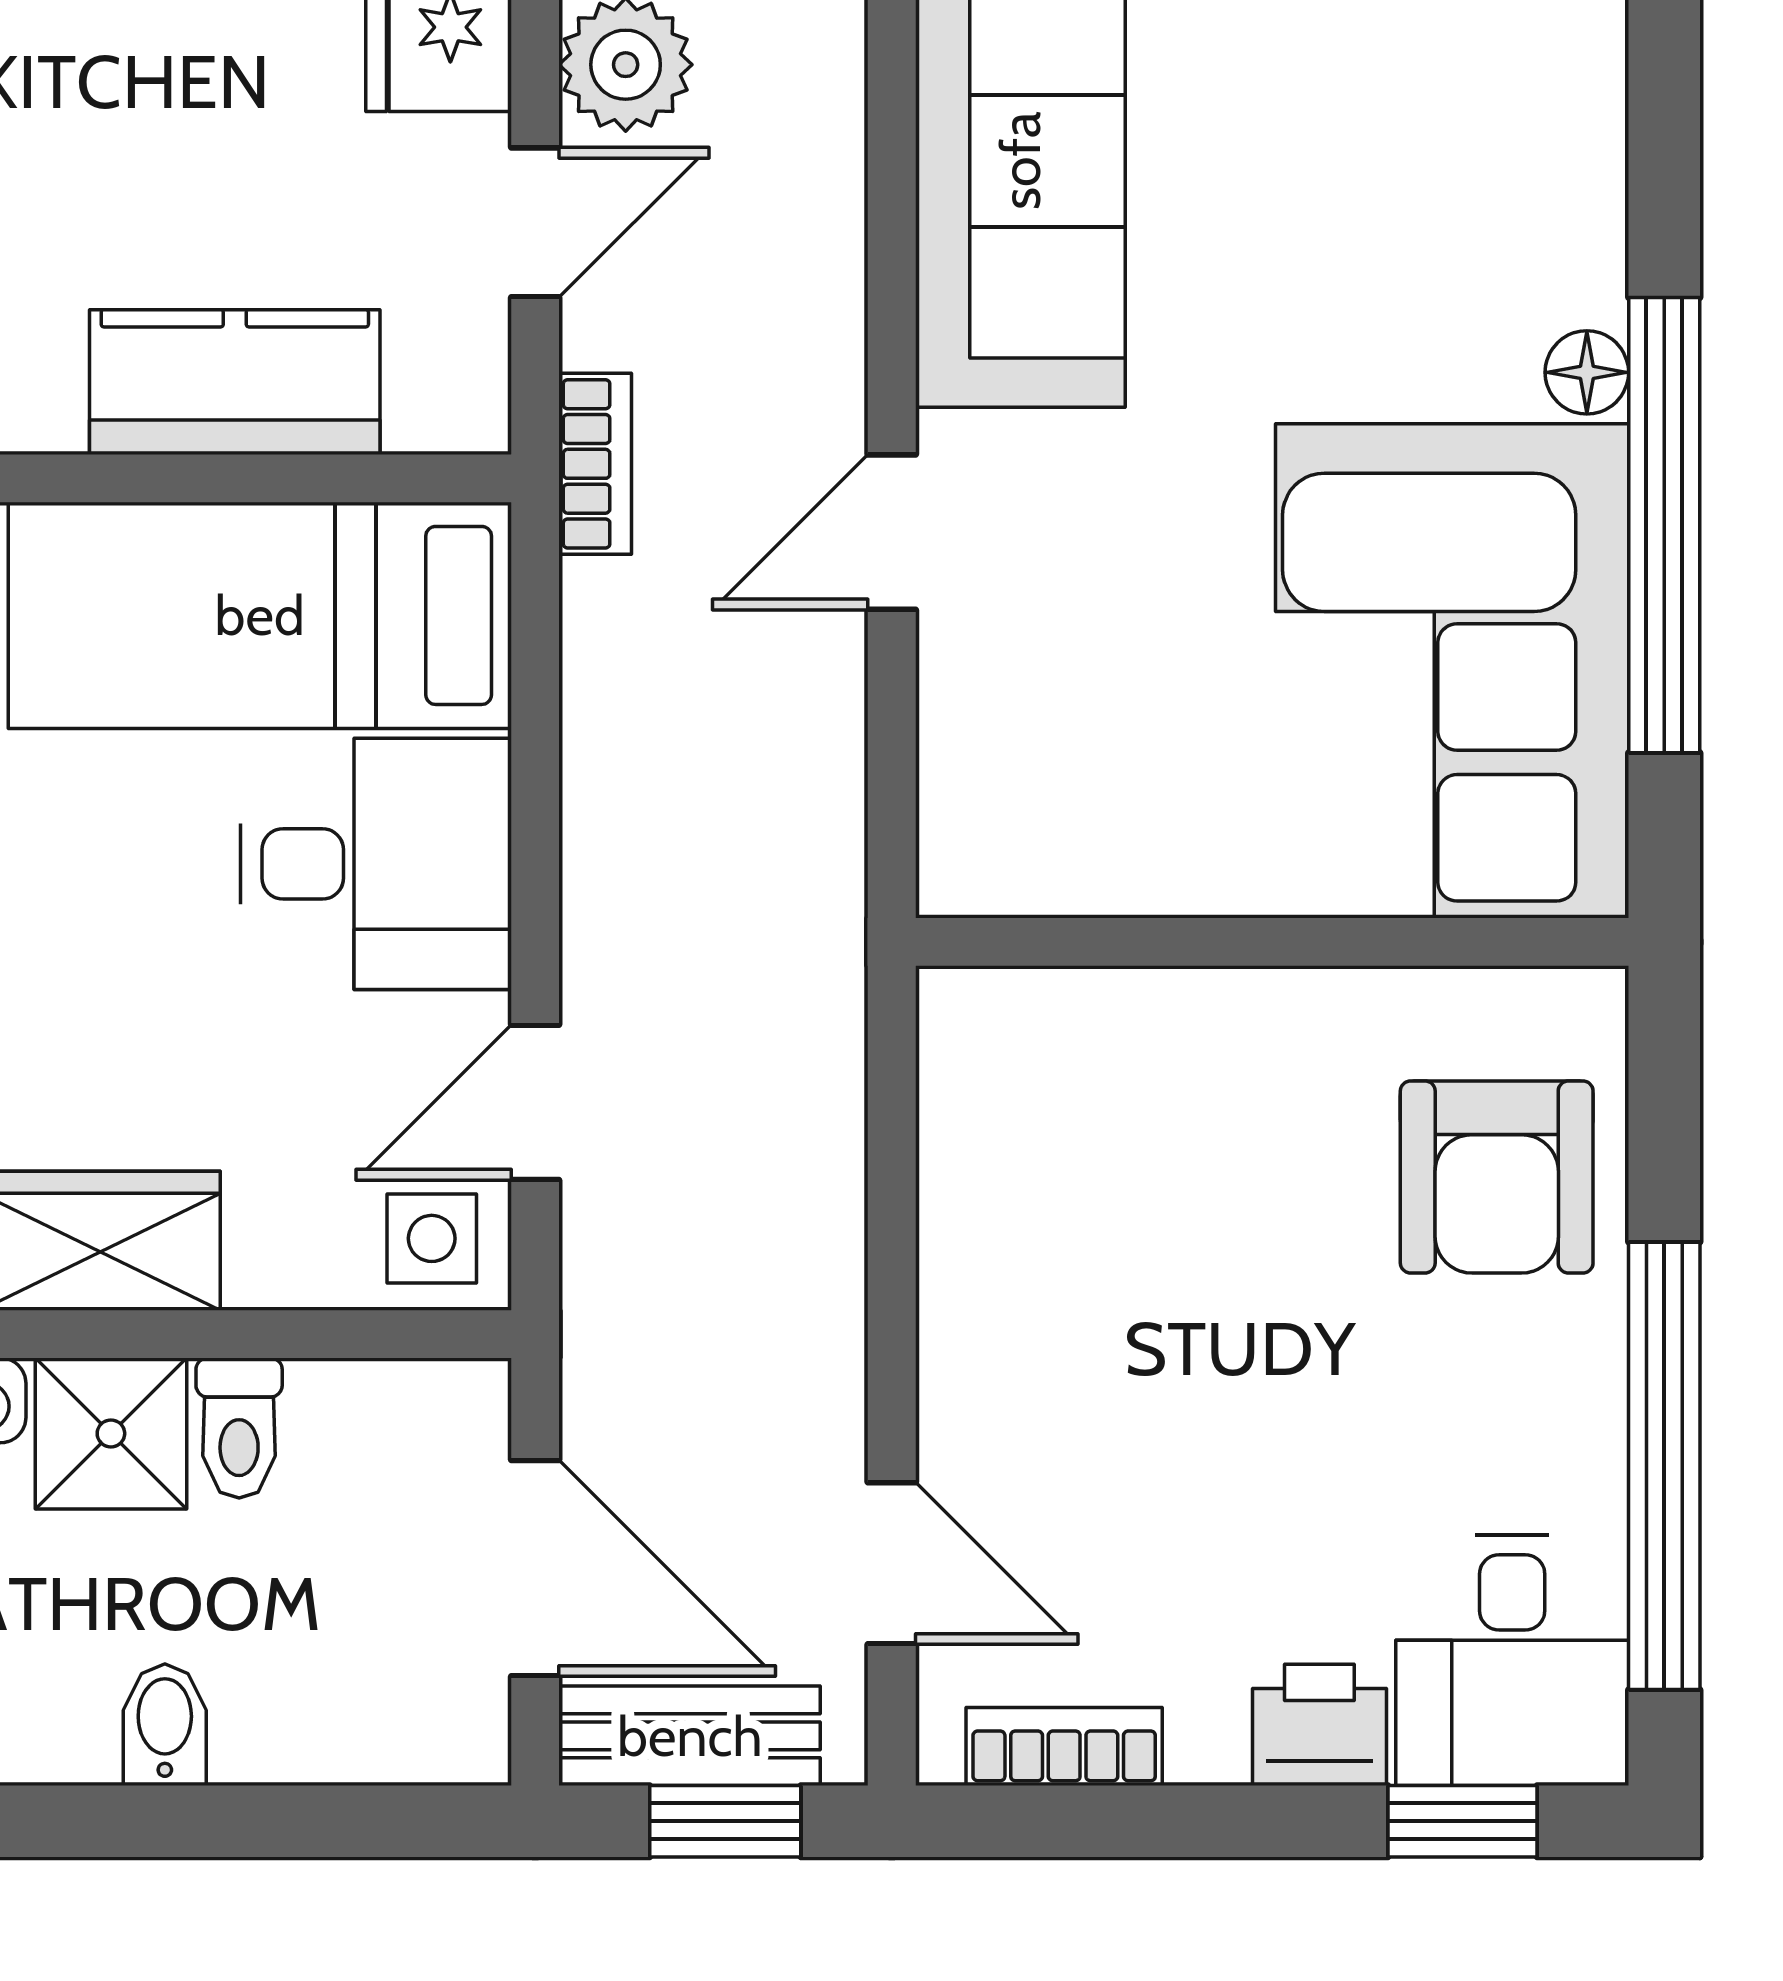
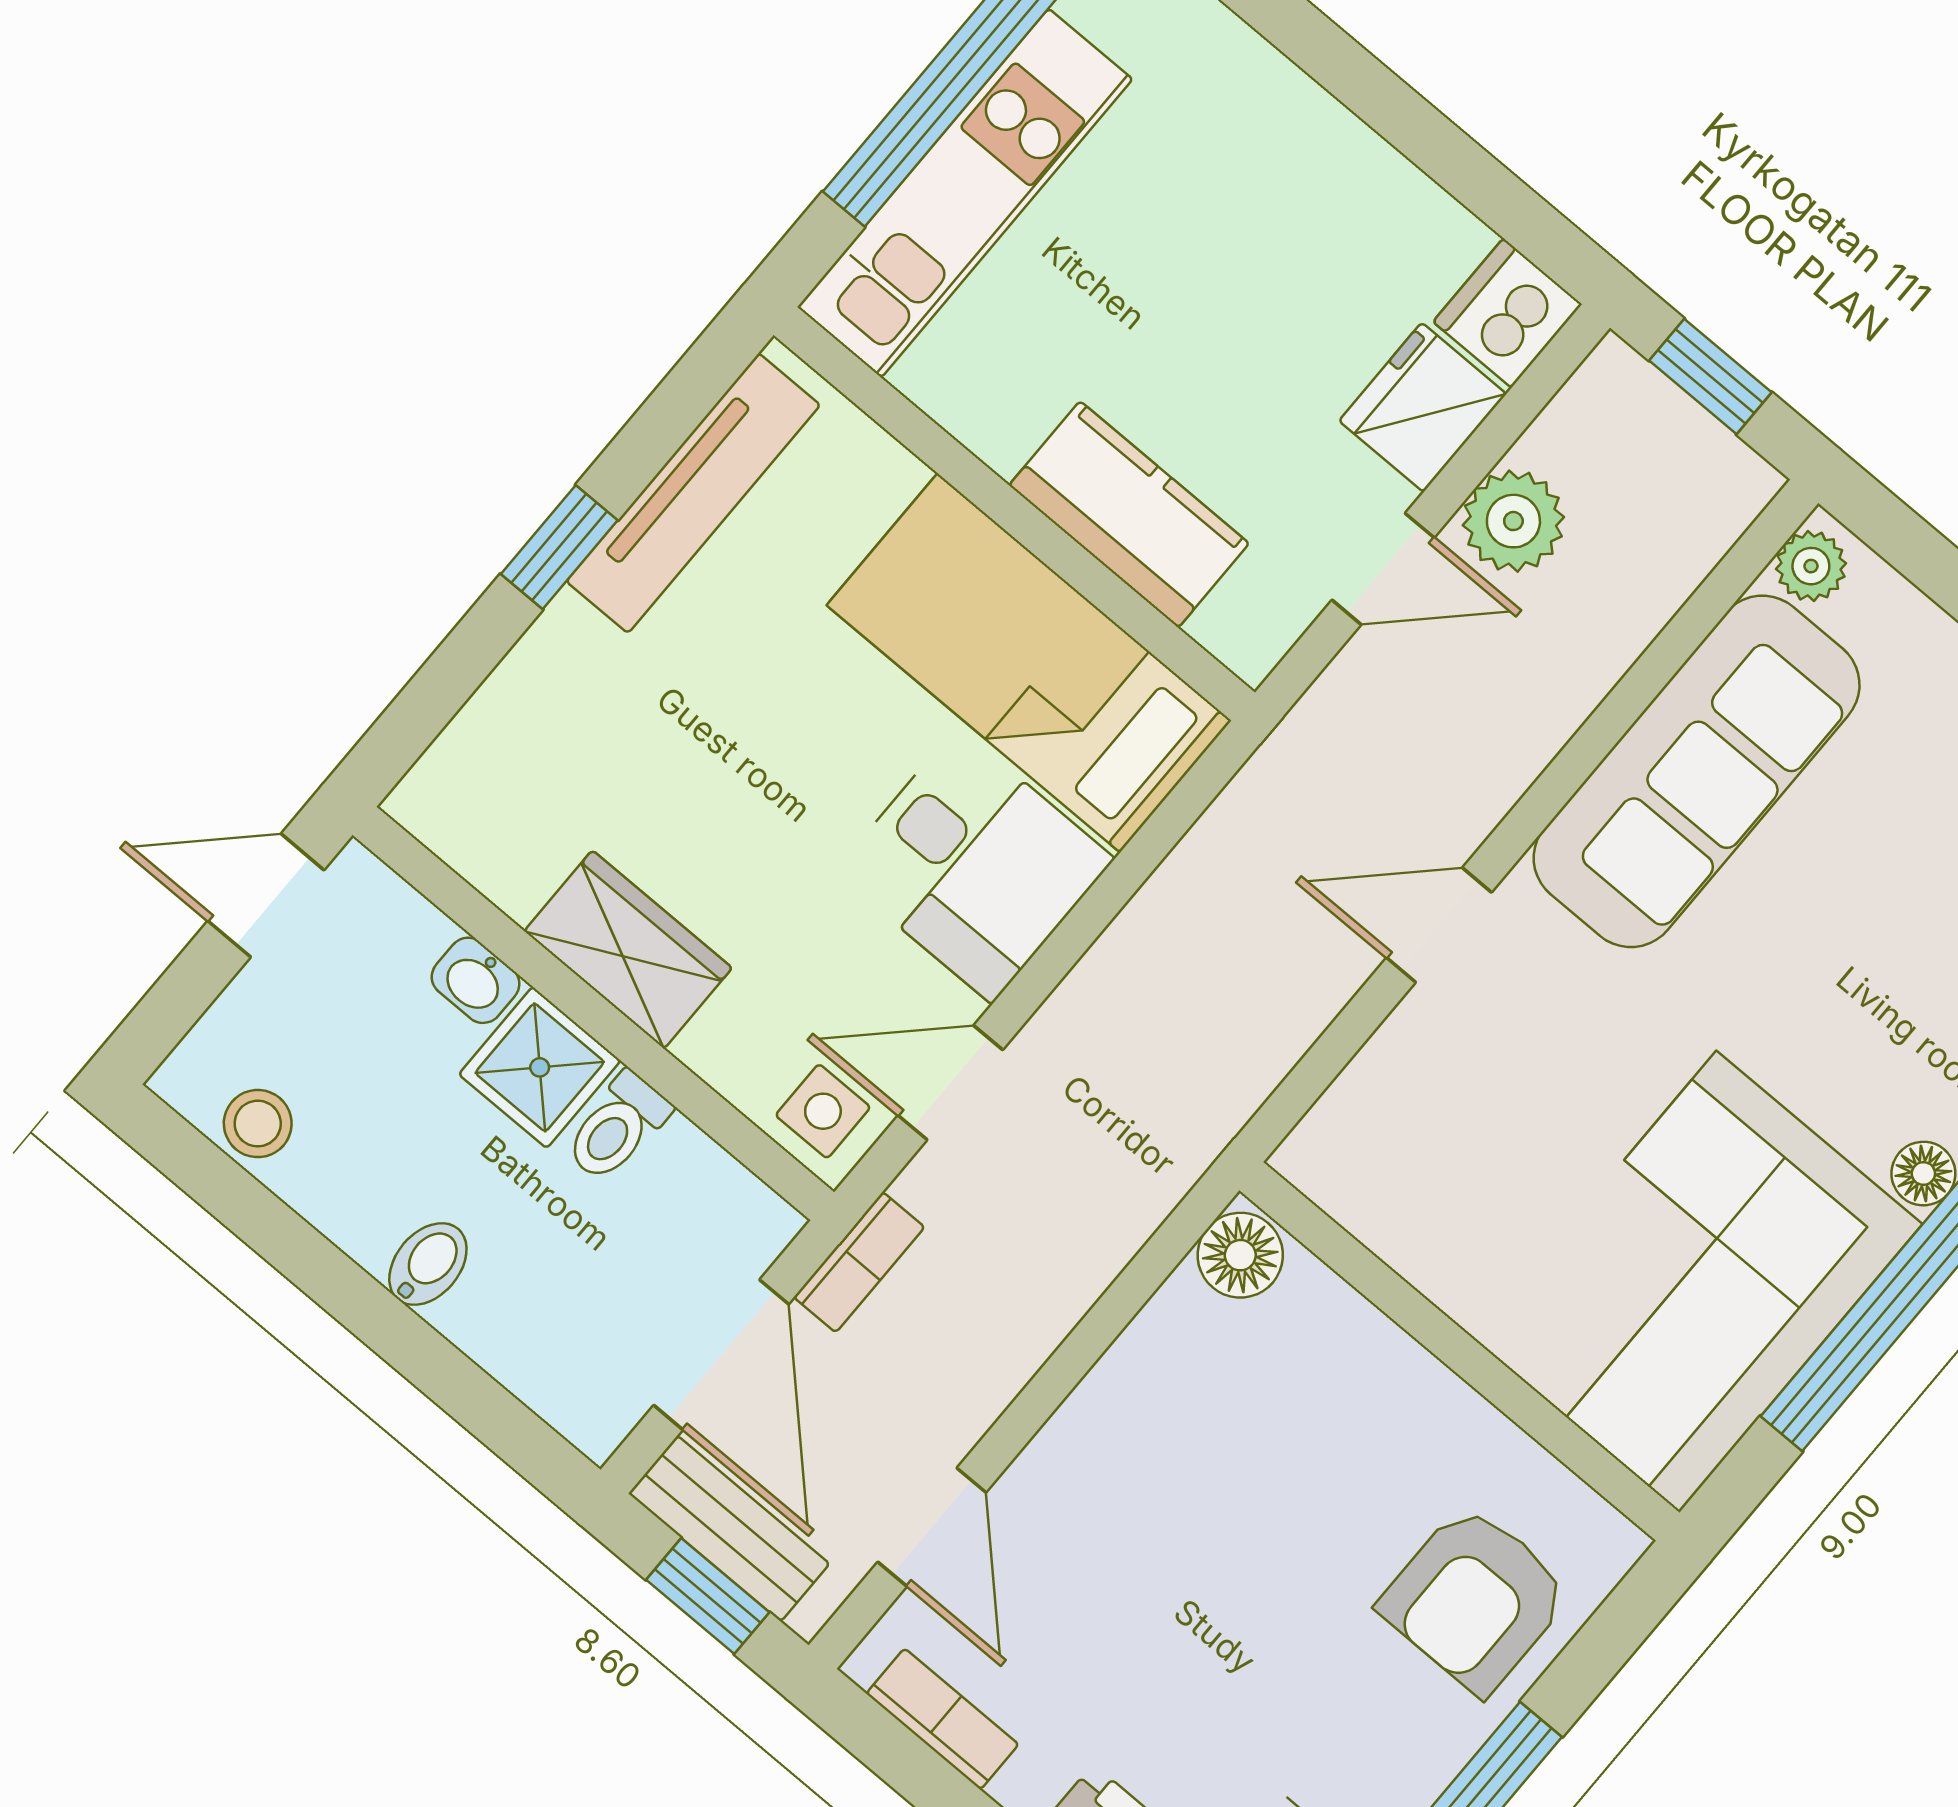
bookcase: (595, 464) -> (859, 1262), moved
floor lamp: (971, 1031) -> (1240, 1255), added

